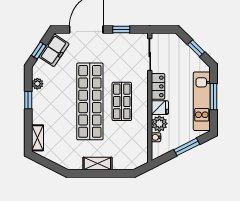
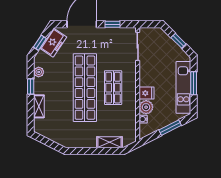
locker: (158, 86) -> (145, 74), removed
shelving: (38, 138) -> (39, 106), moved
shelving: (97, 164) -> (109, 142), moved

